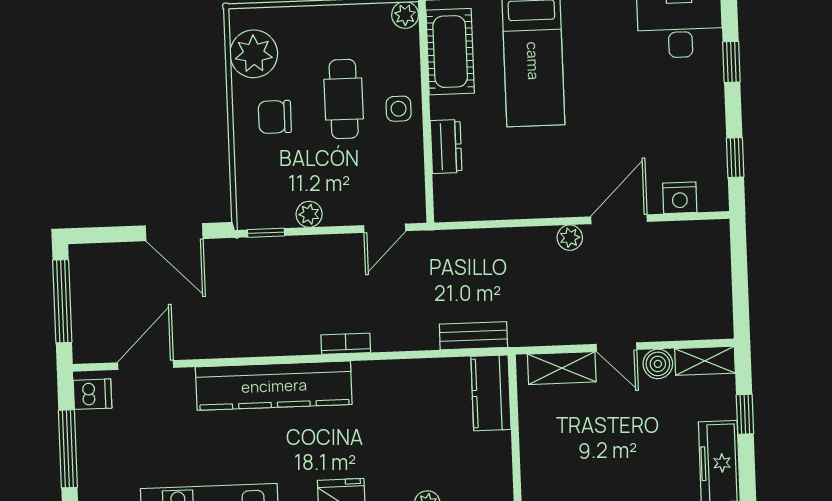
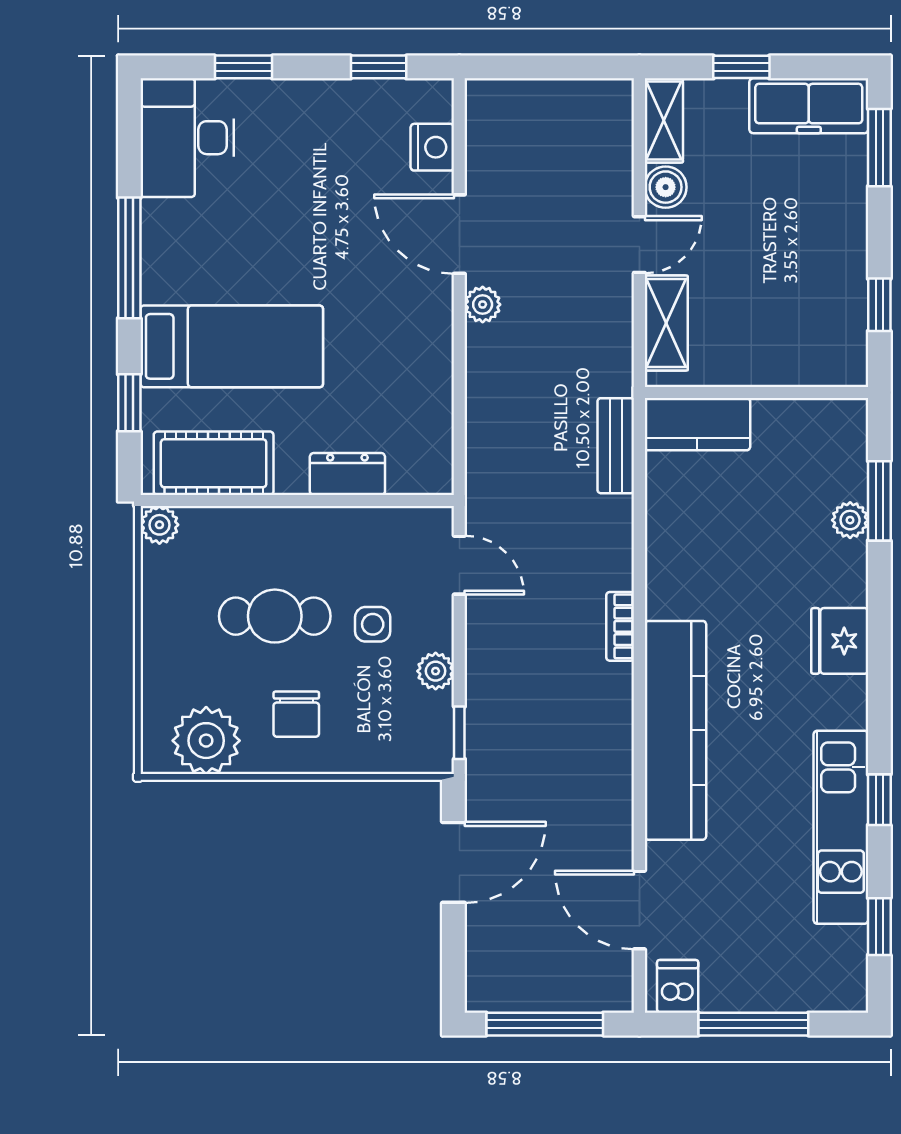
side table: (399, 109) -> (373, 624), moved

